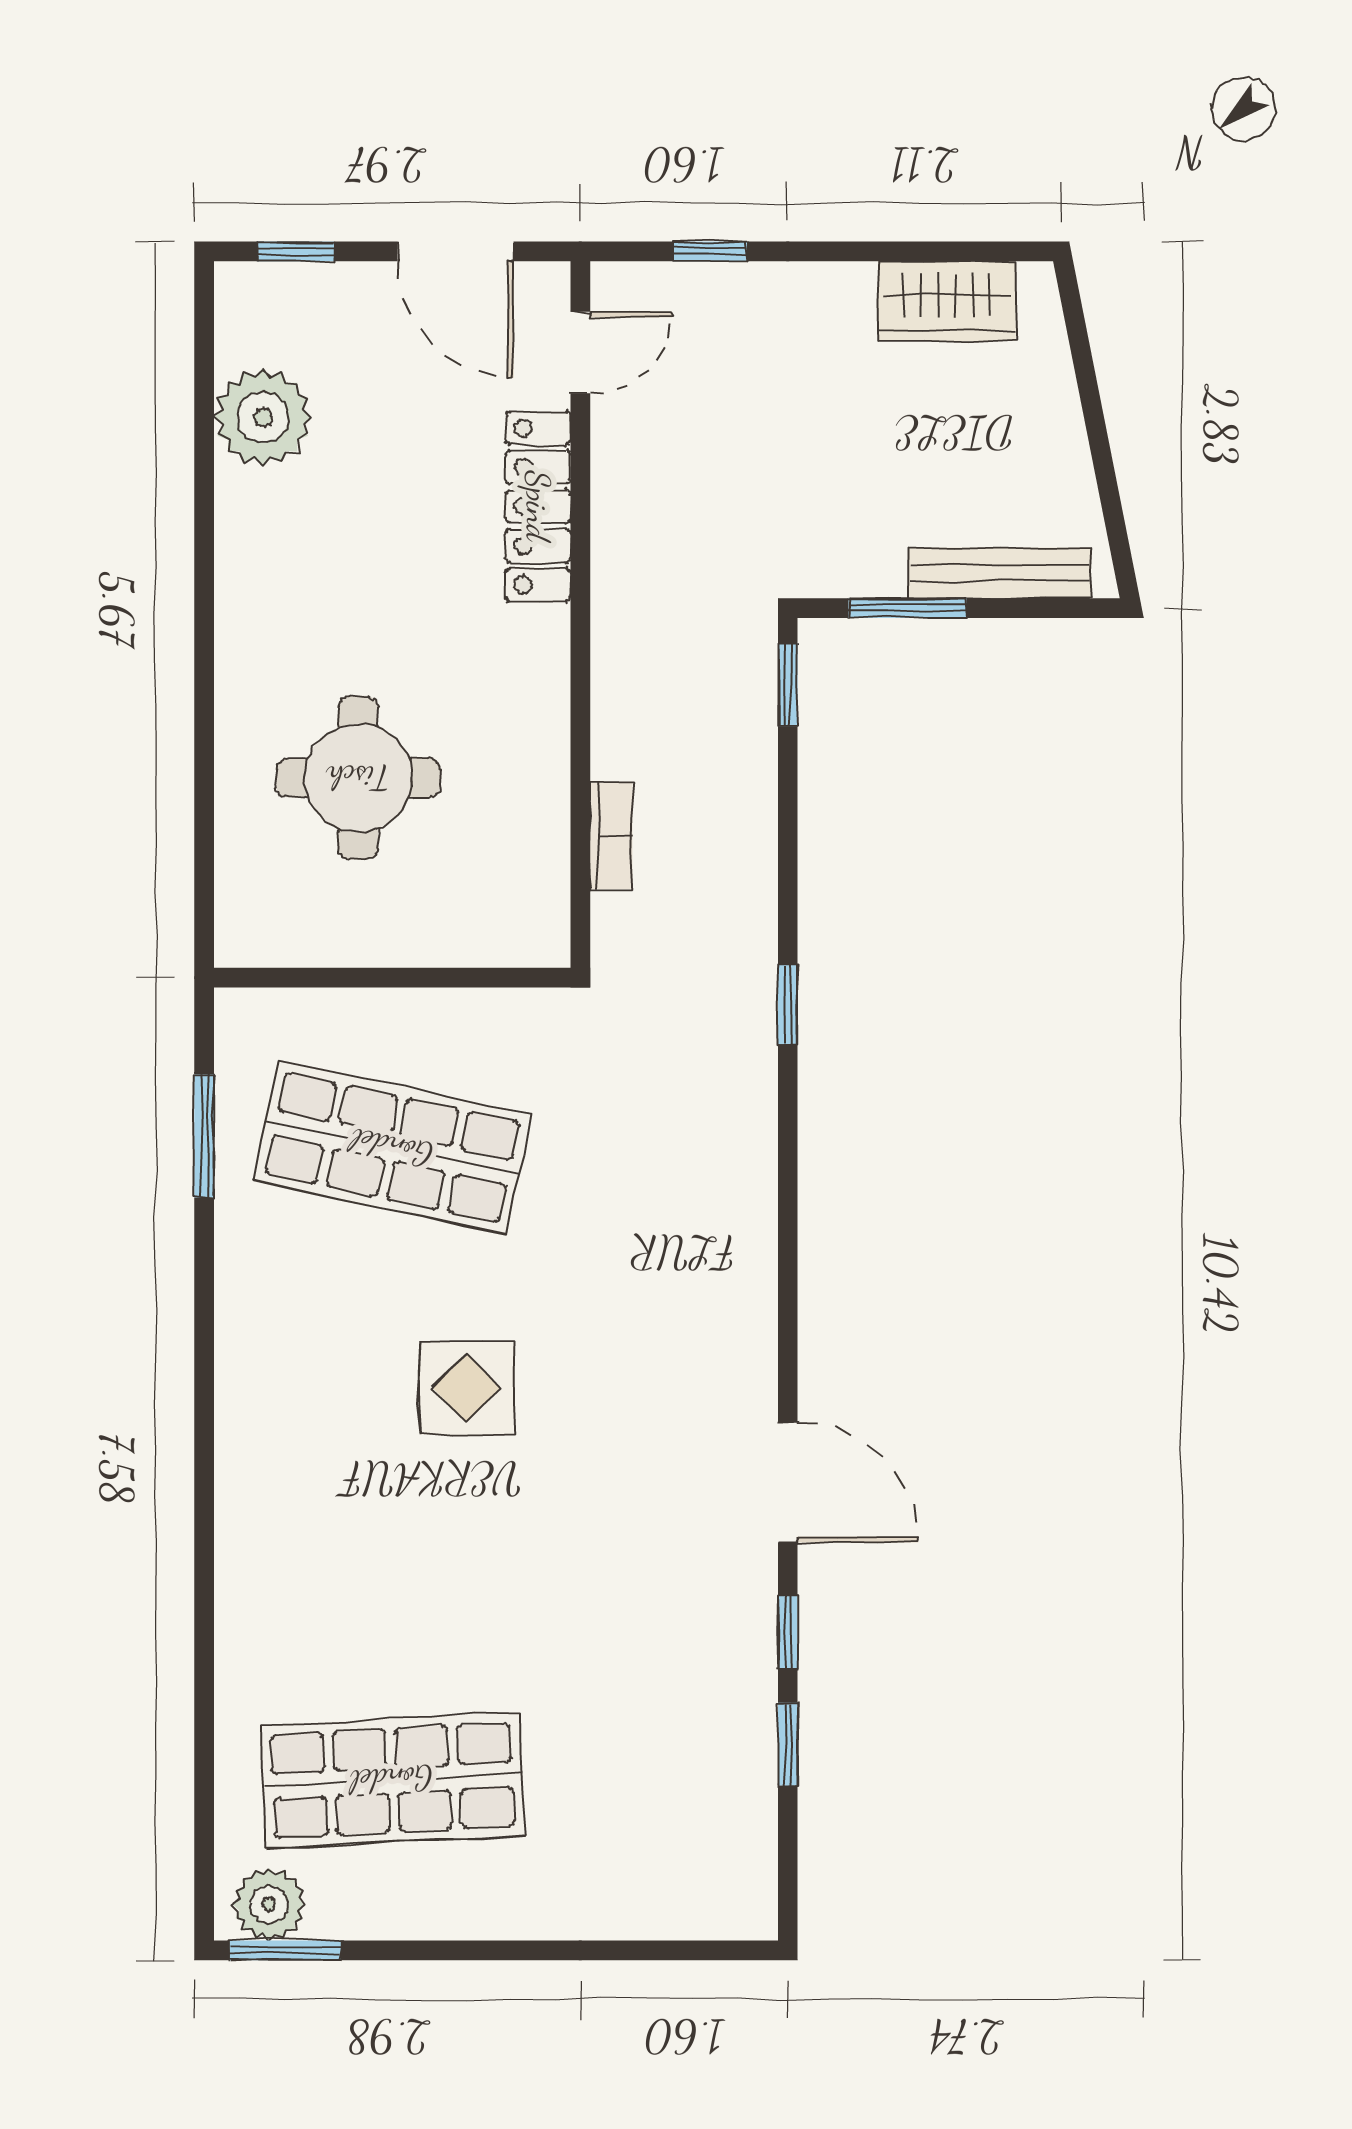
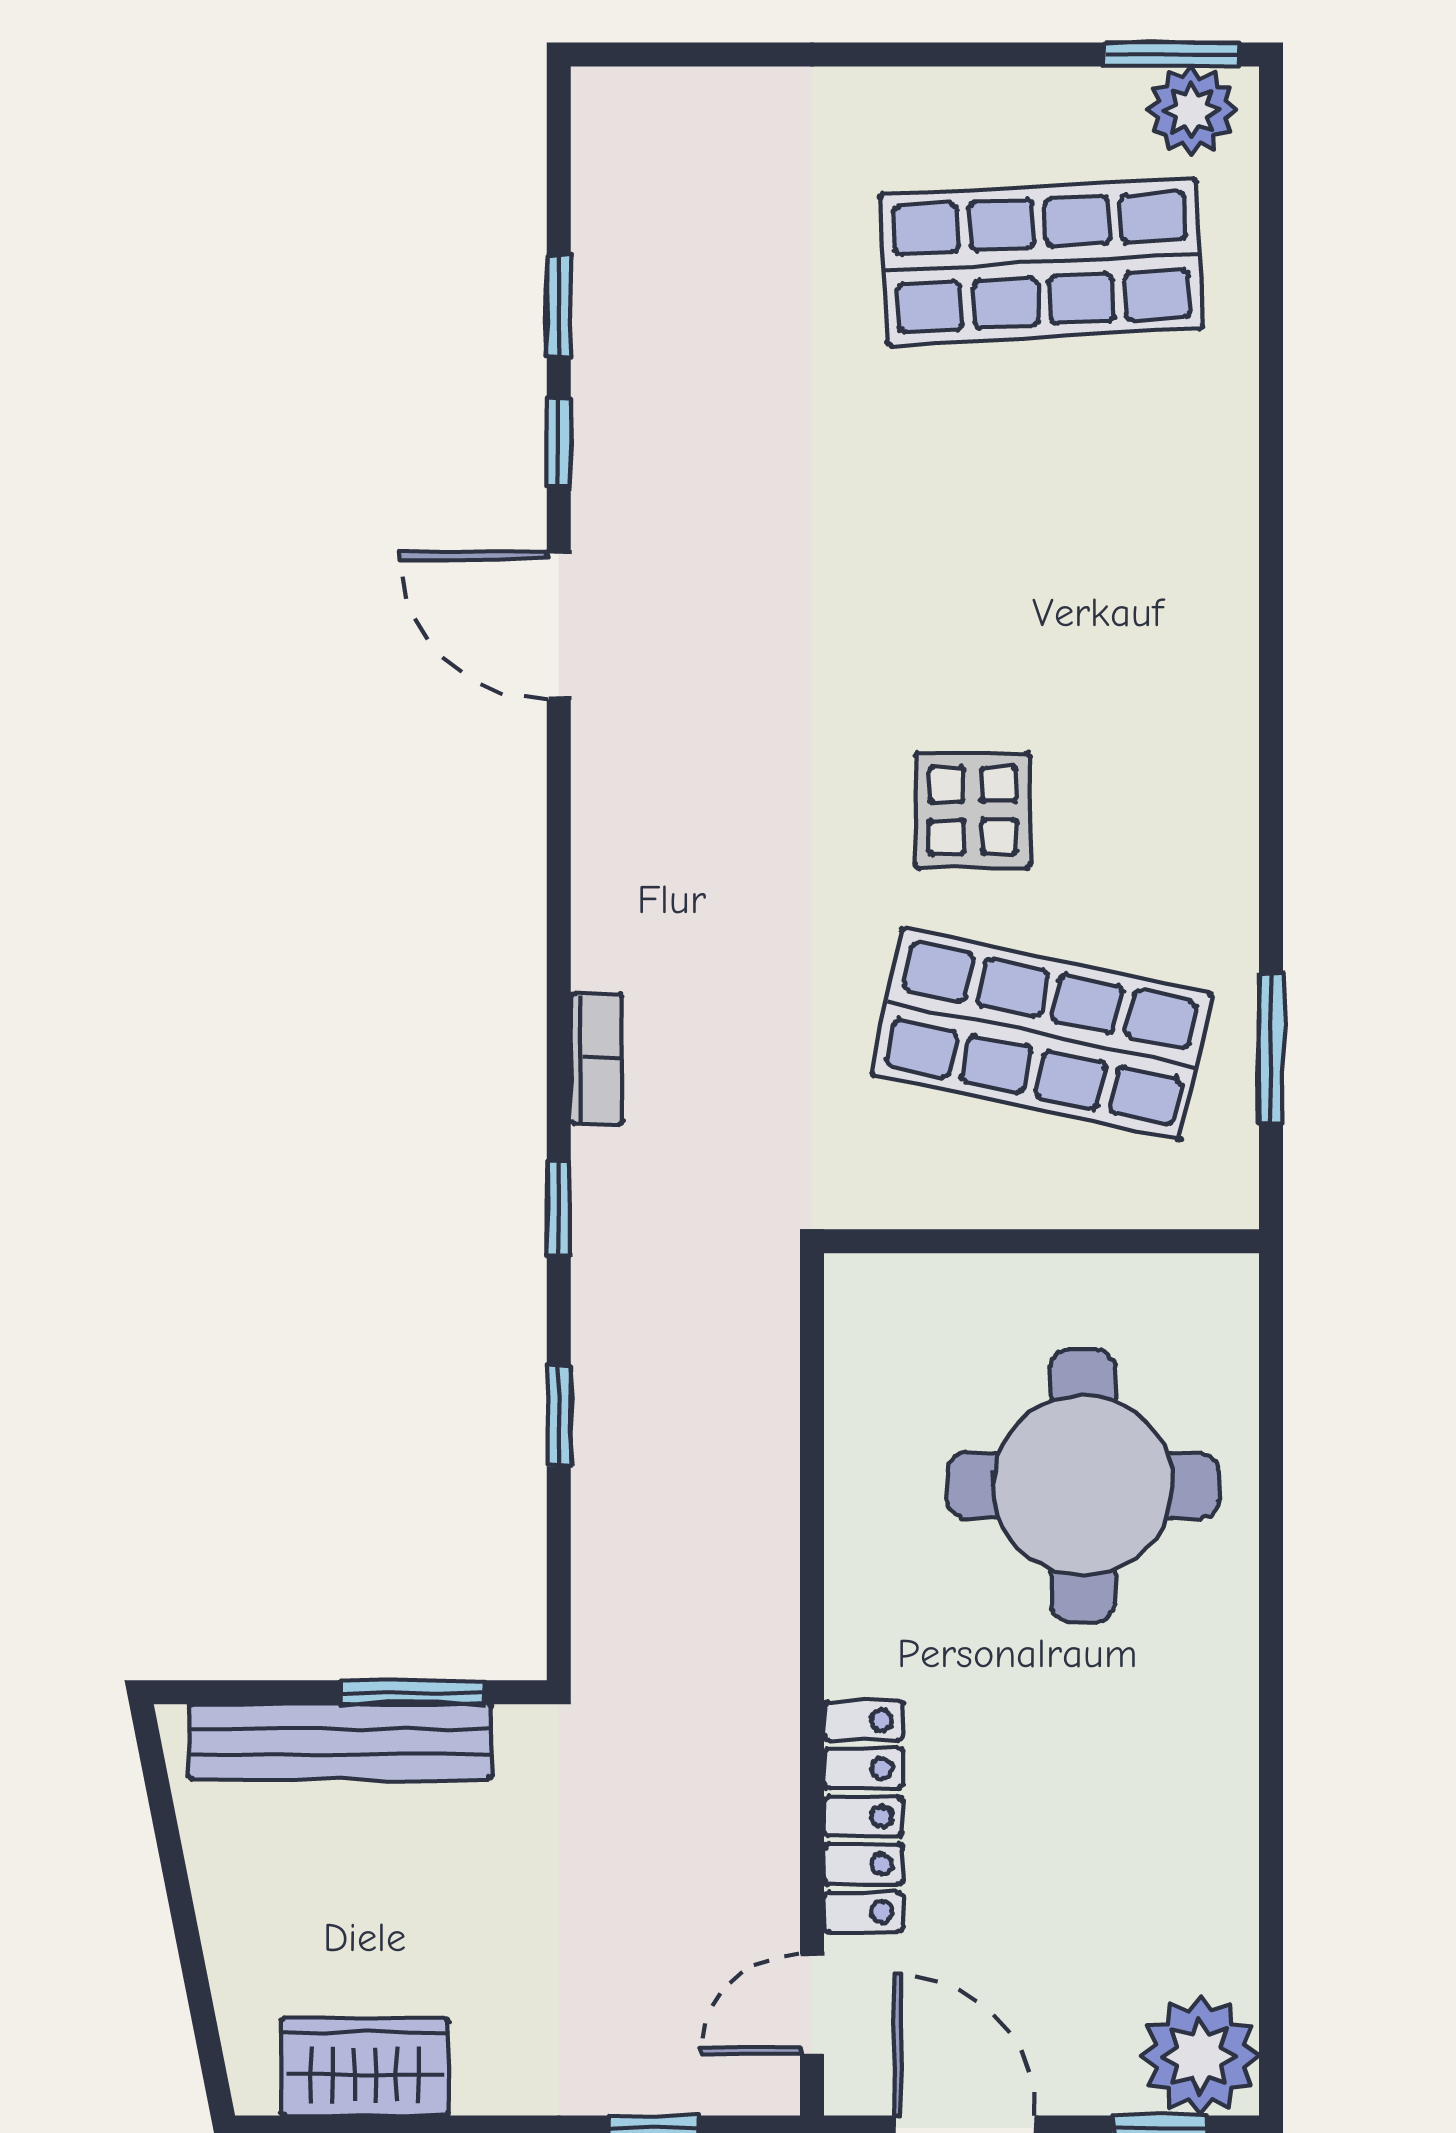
plant: (263, 417) -> (1200, 2056), moved
bench: (1000, 573) -> (341, 1742), width x1.37, depth x1.21
window: (788, 685) -> (559, 1416), moved
round table: (358, 778) -> (1083, 1485), width x1.36, depth x1.36
bookcase: (611, 836) -> (597, 1059), moved, turned 180
display table: (467, 1388) -> (973, 811), moved

